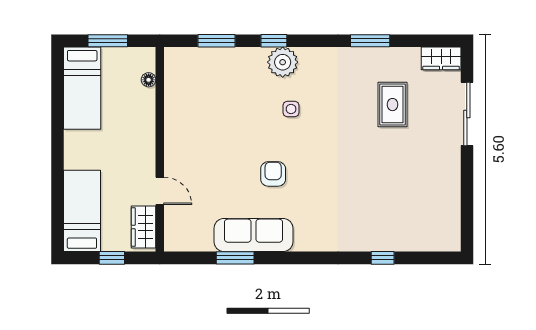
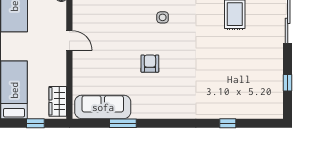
door: (160, 191) -> (69, 41), moved
window: (467, 201) -> (288, 83), added
sofa: (253, 235) -> (103, 107), moved

